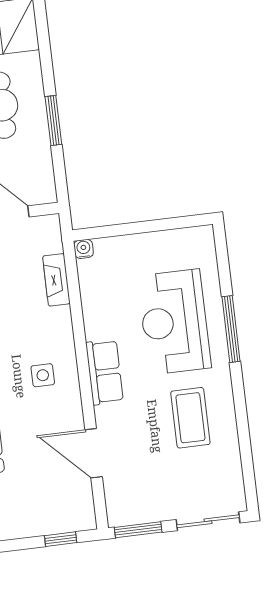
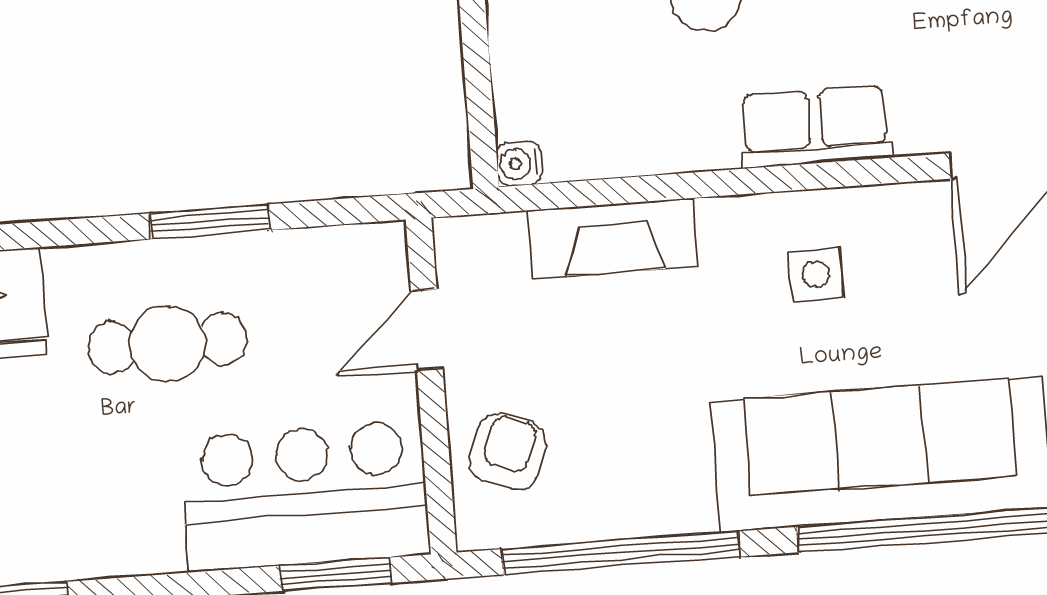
fireplace: (56, 280) -> (613, 238), width x1.37, depth x1.32

